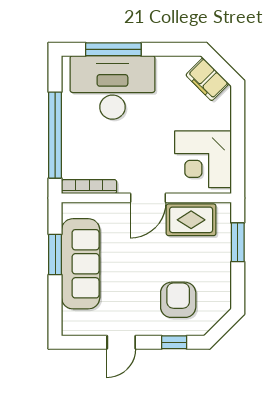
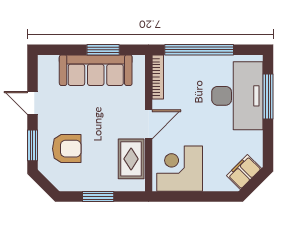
door: (148, 198) -> (149, 124), swing flipped
window: (238, 242) -> (98, 196), moved
window: (174, 342) -> (33, 145), width x1.50

